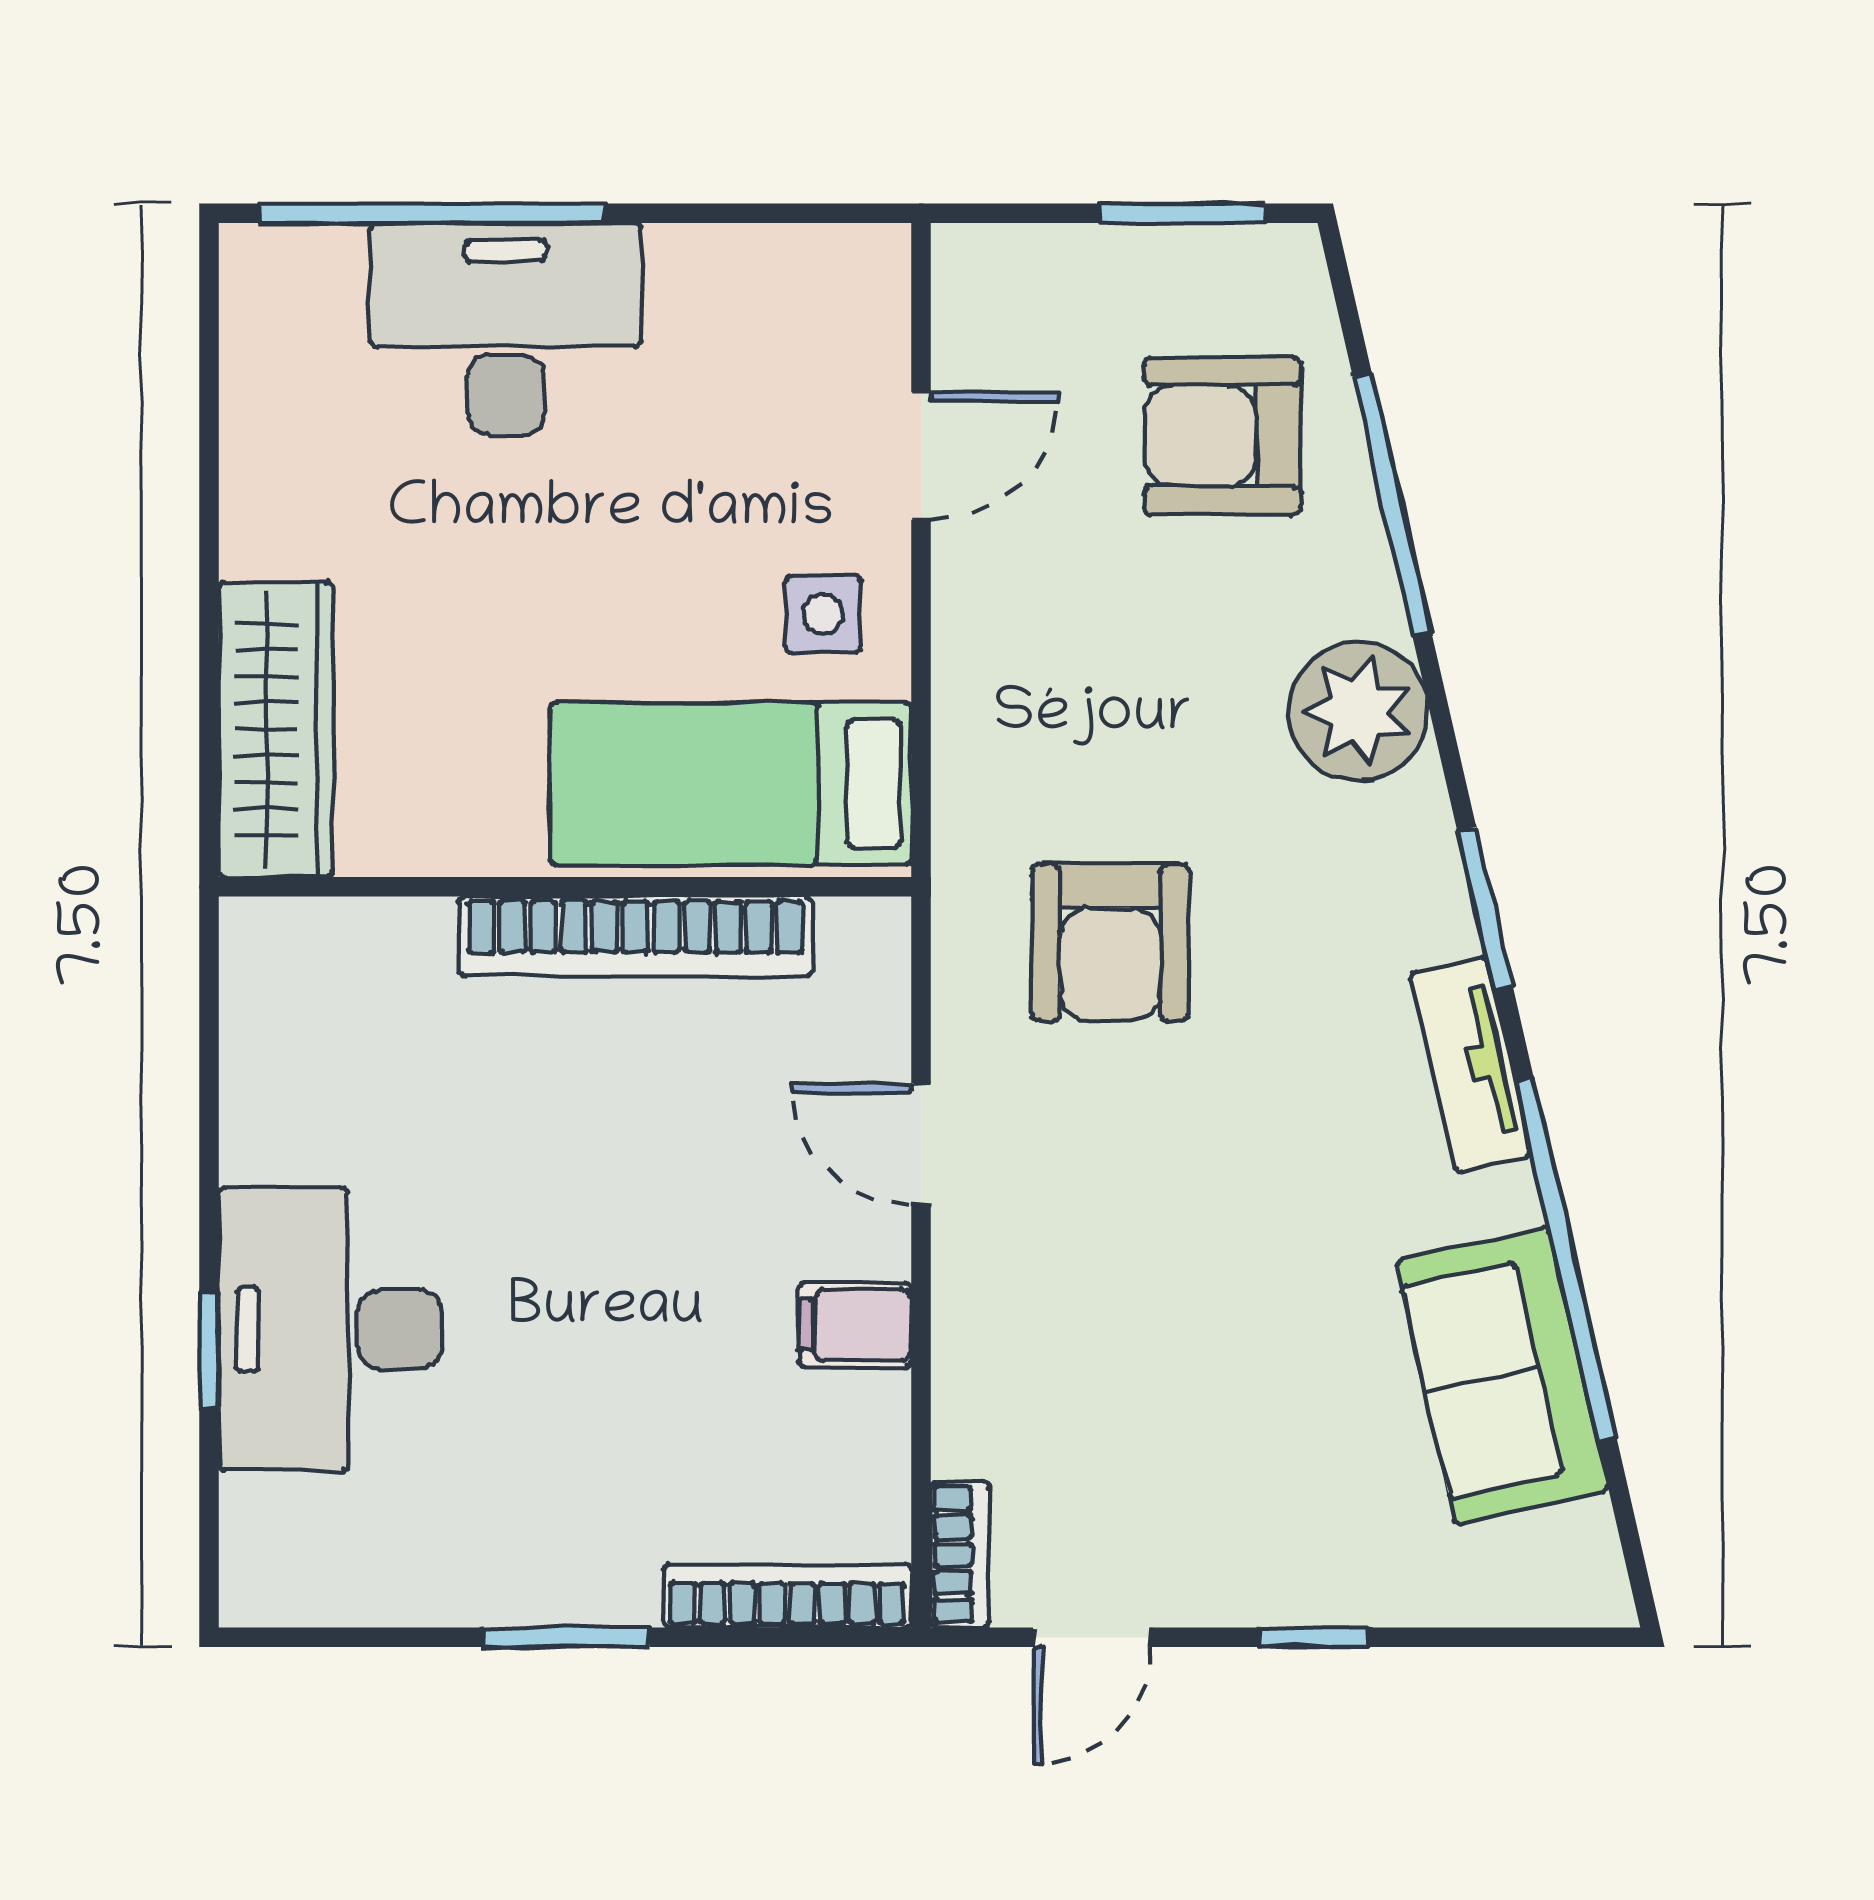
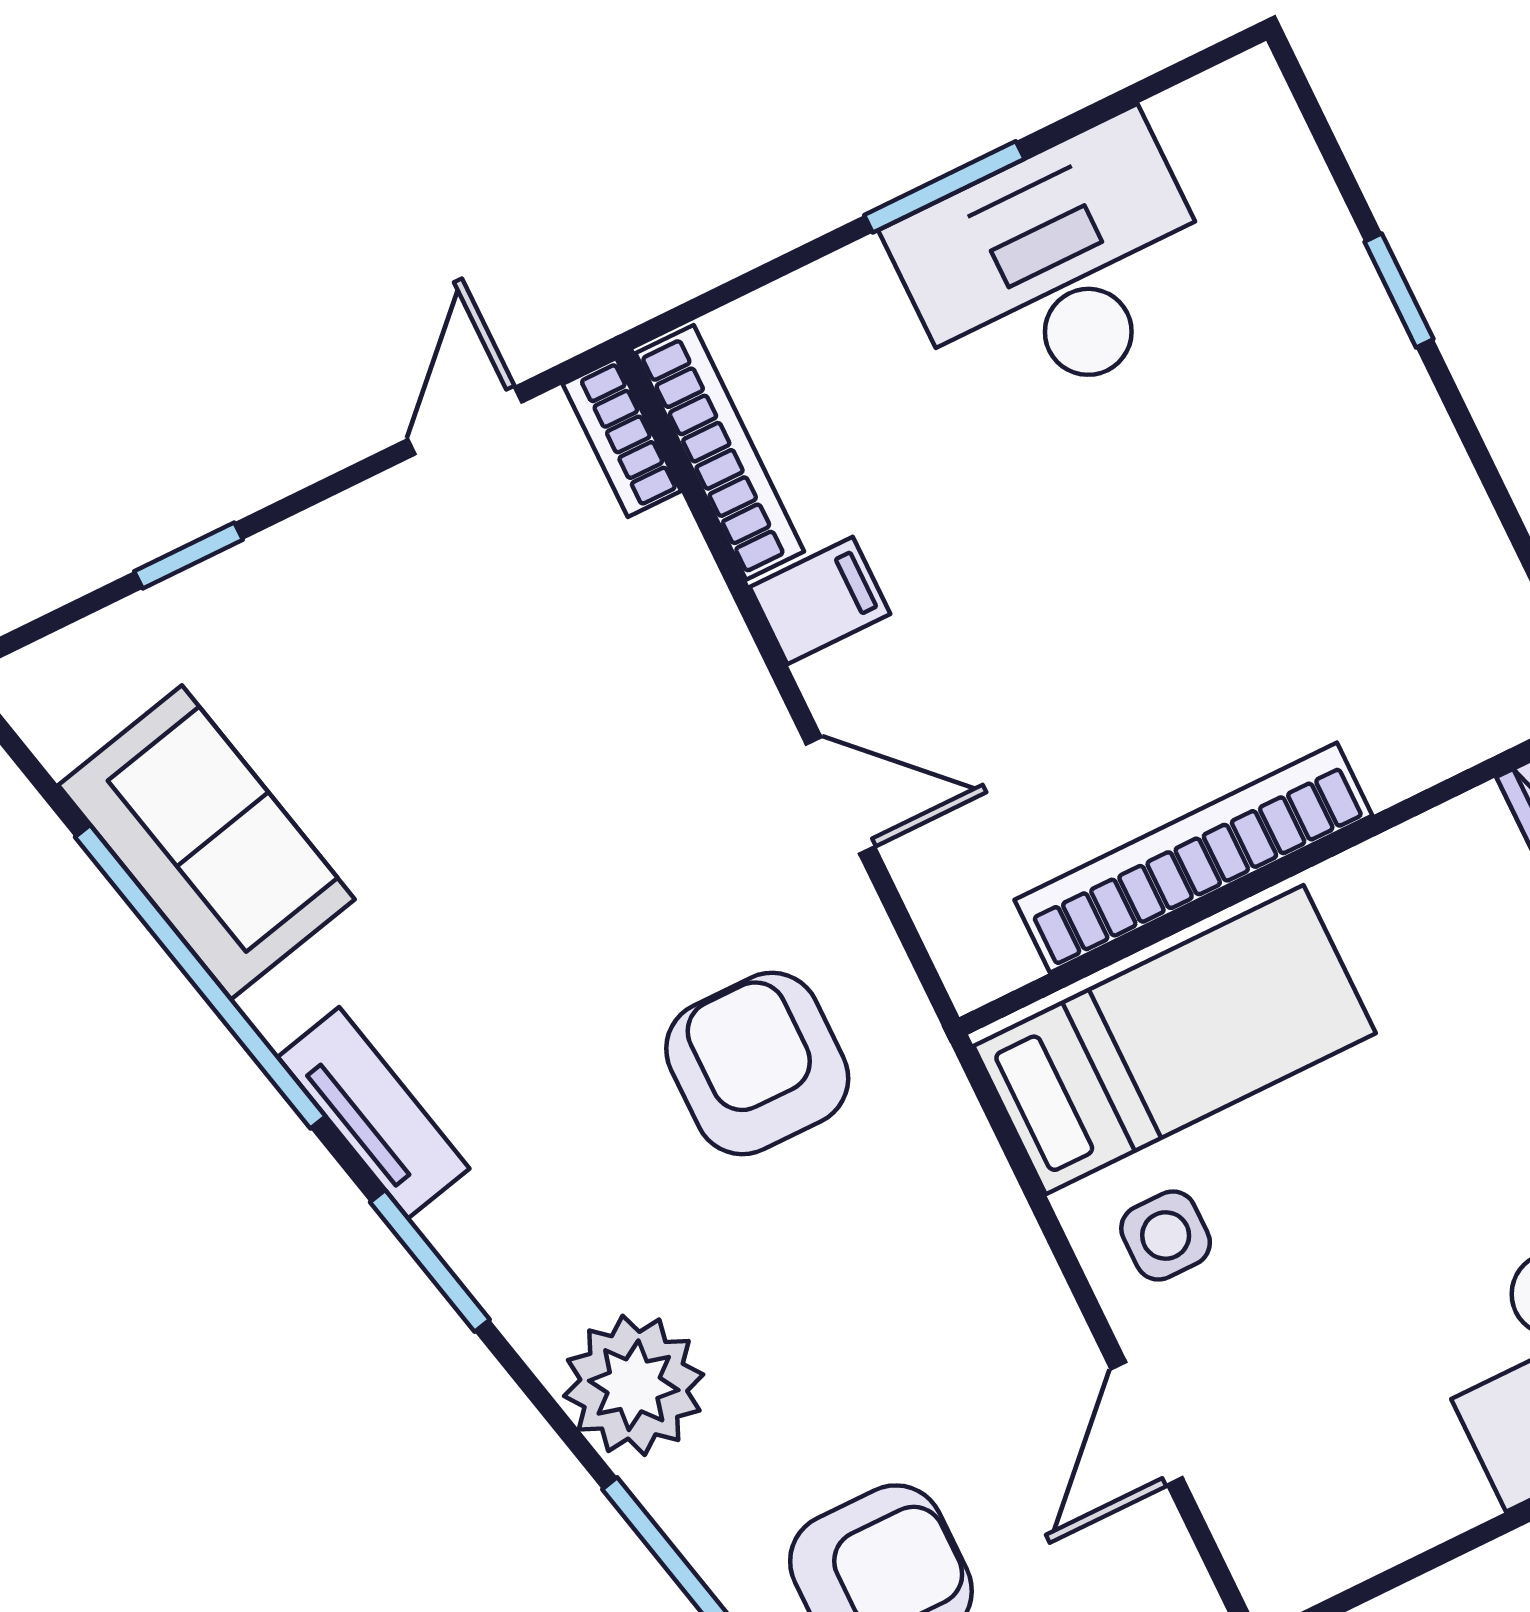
desk: (330, 1329) -> (1057, 269), moved, turned -90
bookcase: (787, 1596) -> (720, 452), moved, turned -90
window: (1314, 1637) -> (188, 556), moved

